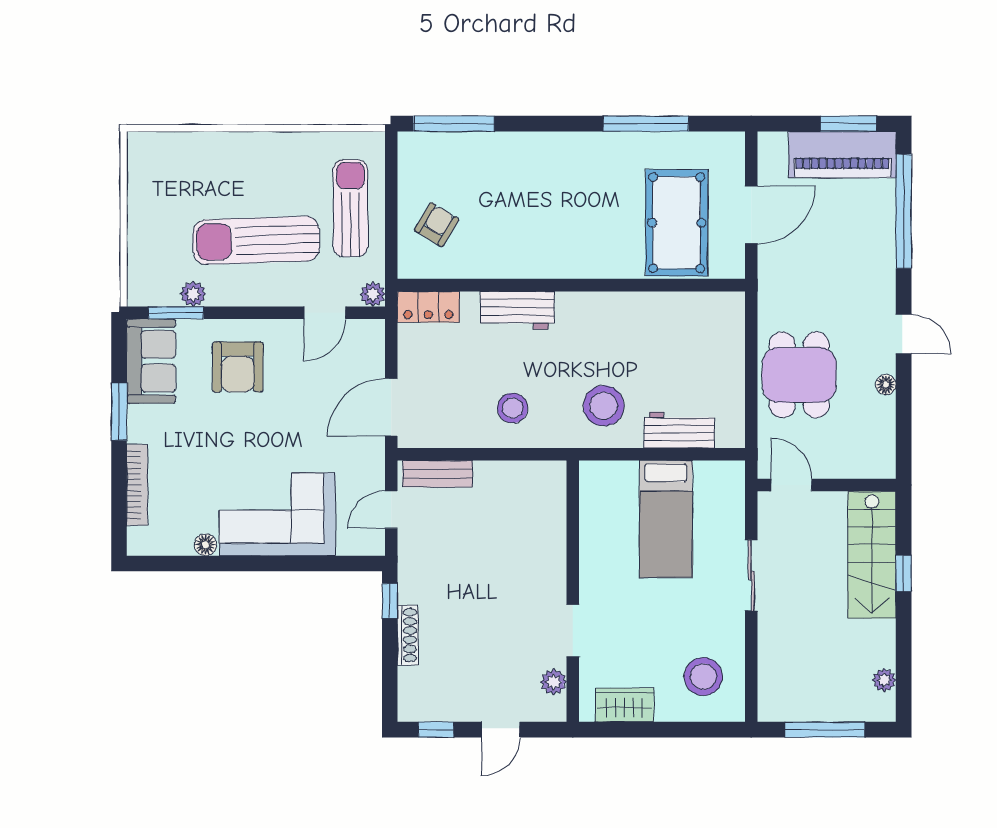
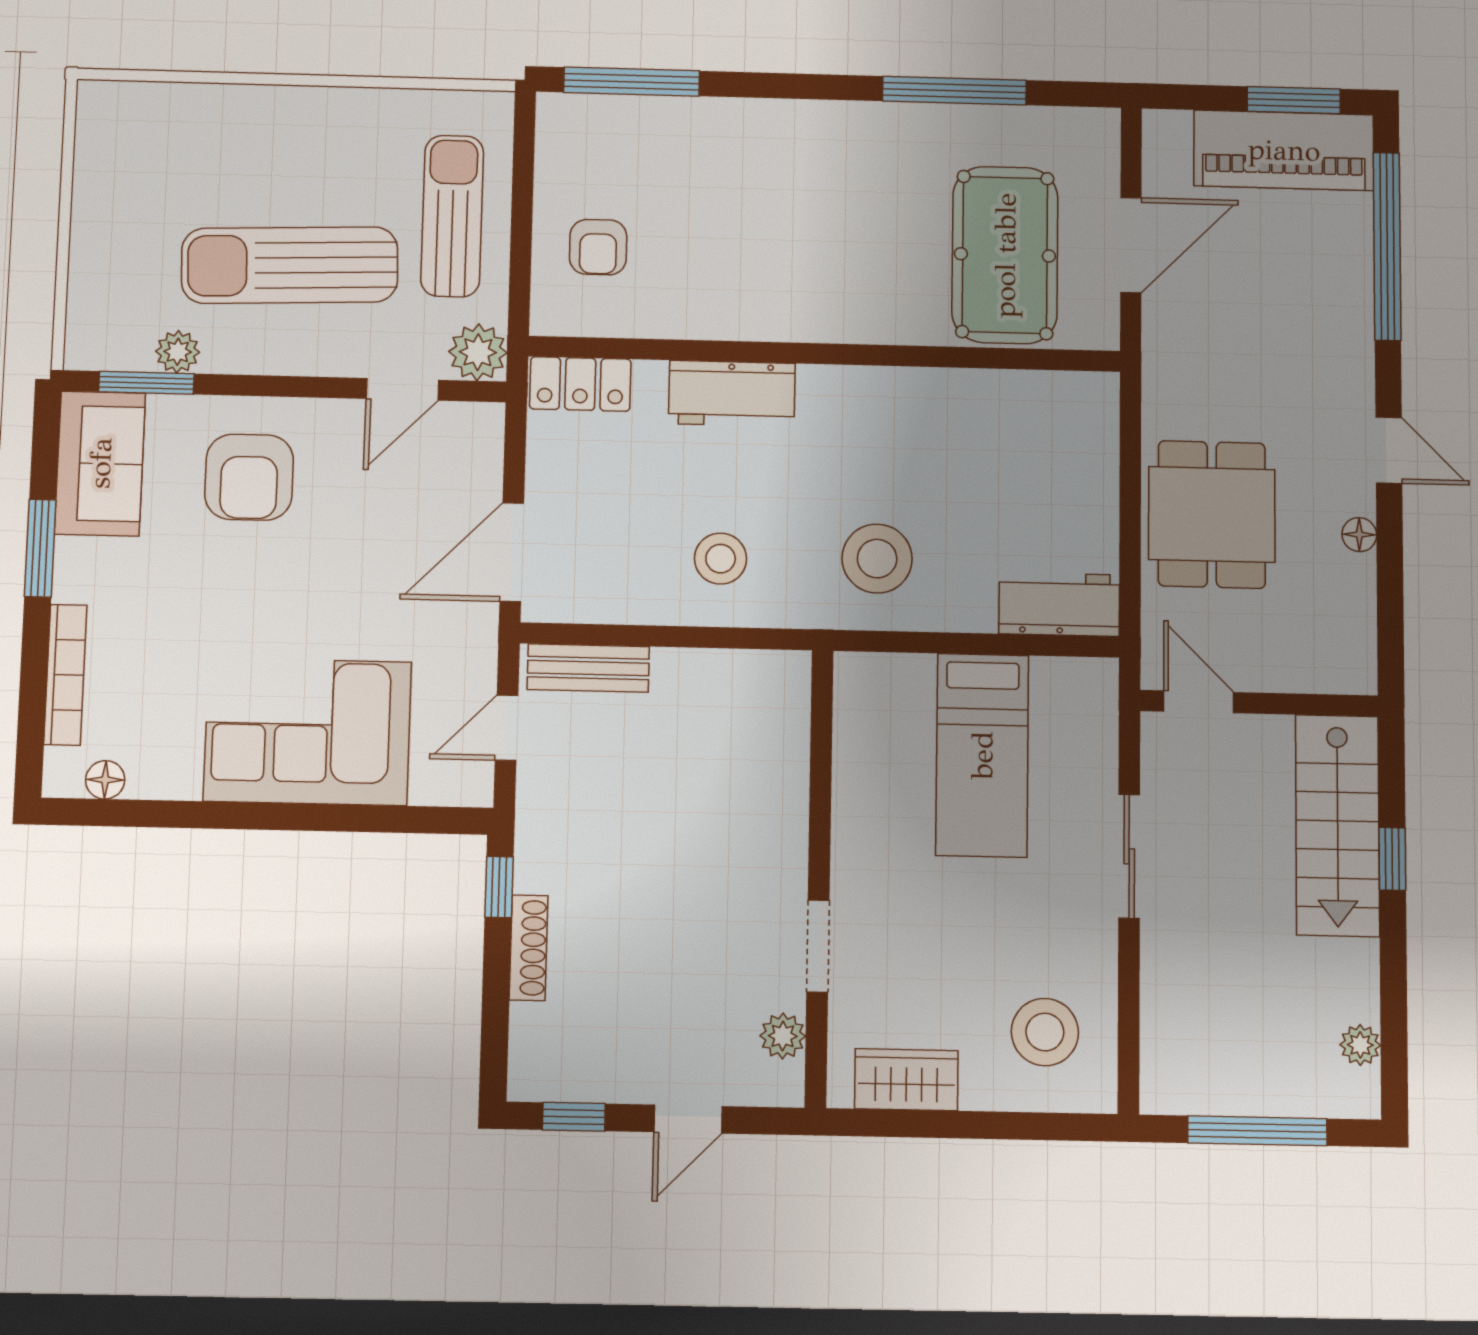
armchair: (437, 225) -> (598, 247), turned 149
plant: (373, 294) -> (478, 352), width x1.38, depth x1.38
workbench: (679, 430) -> (1059, 604), moved
floor lamp: (206, 545) -> (105, 780), moved

